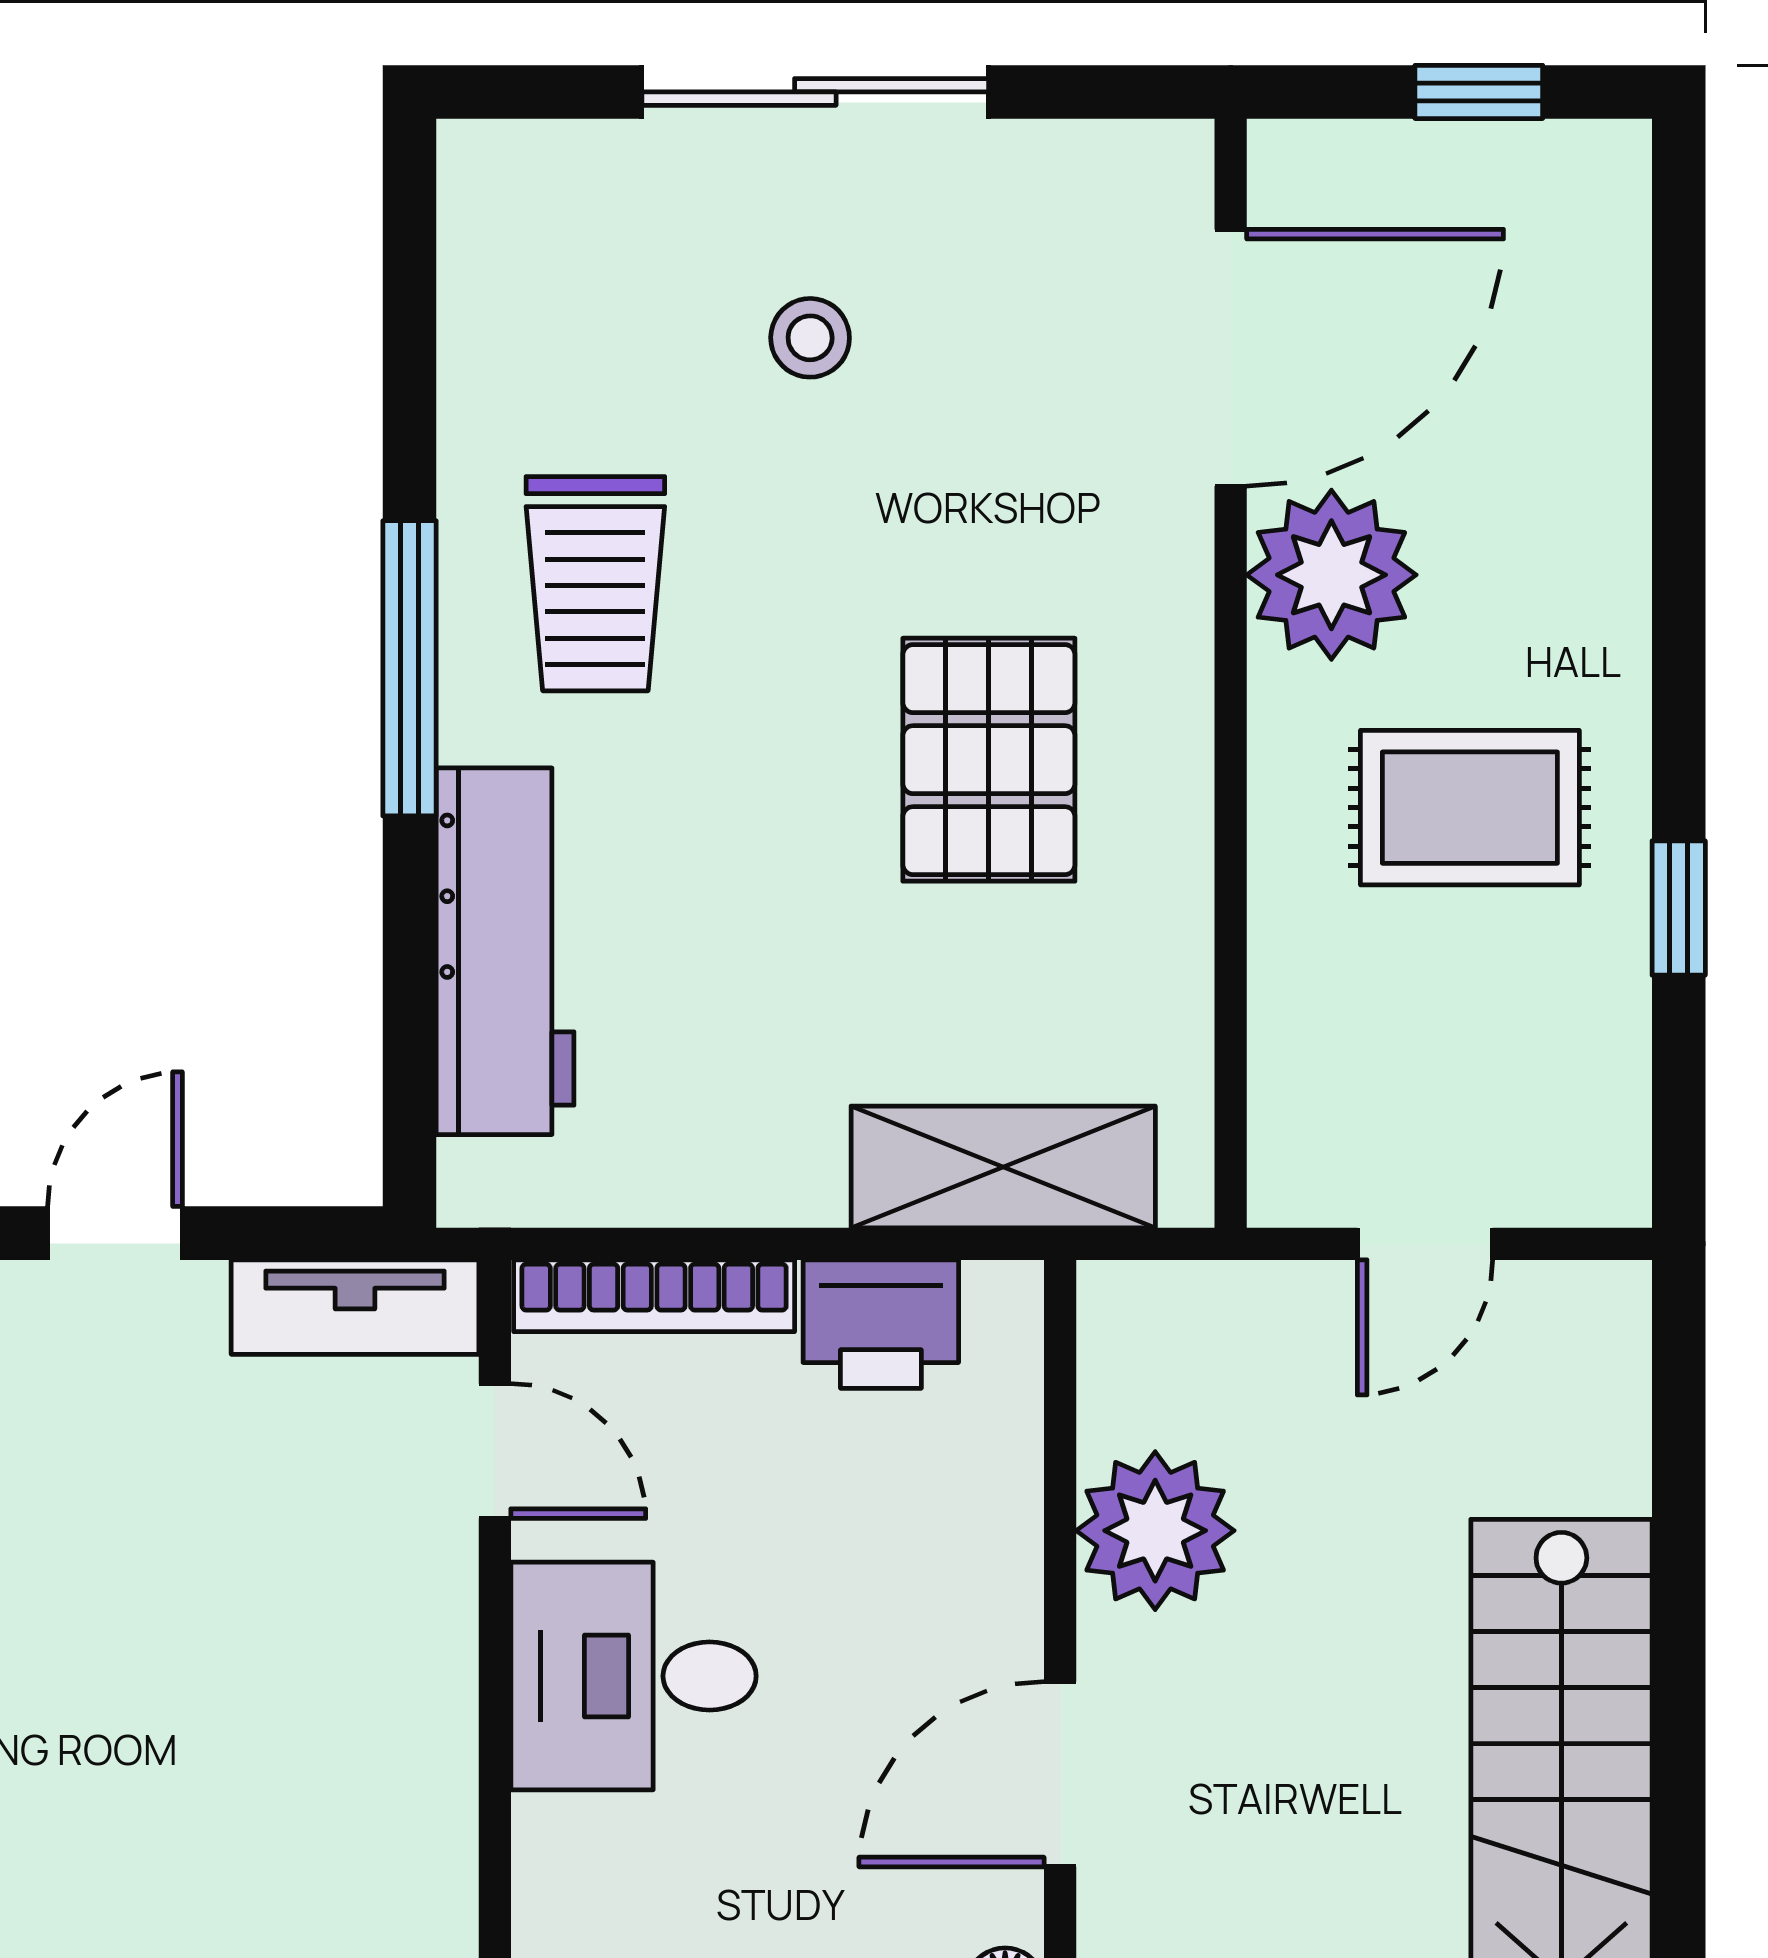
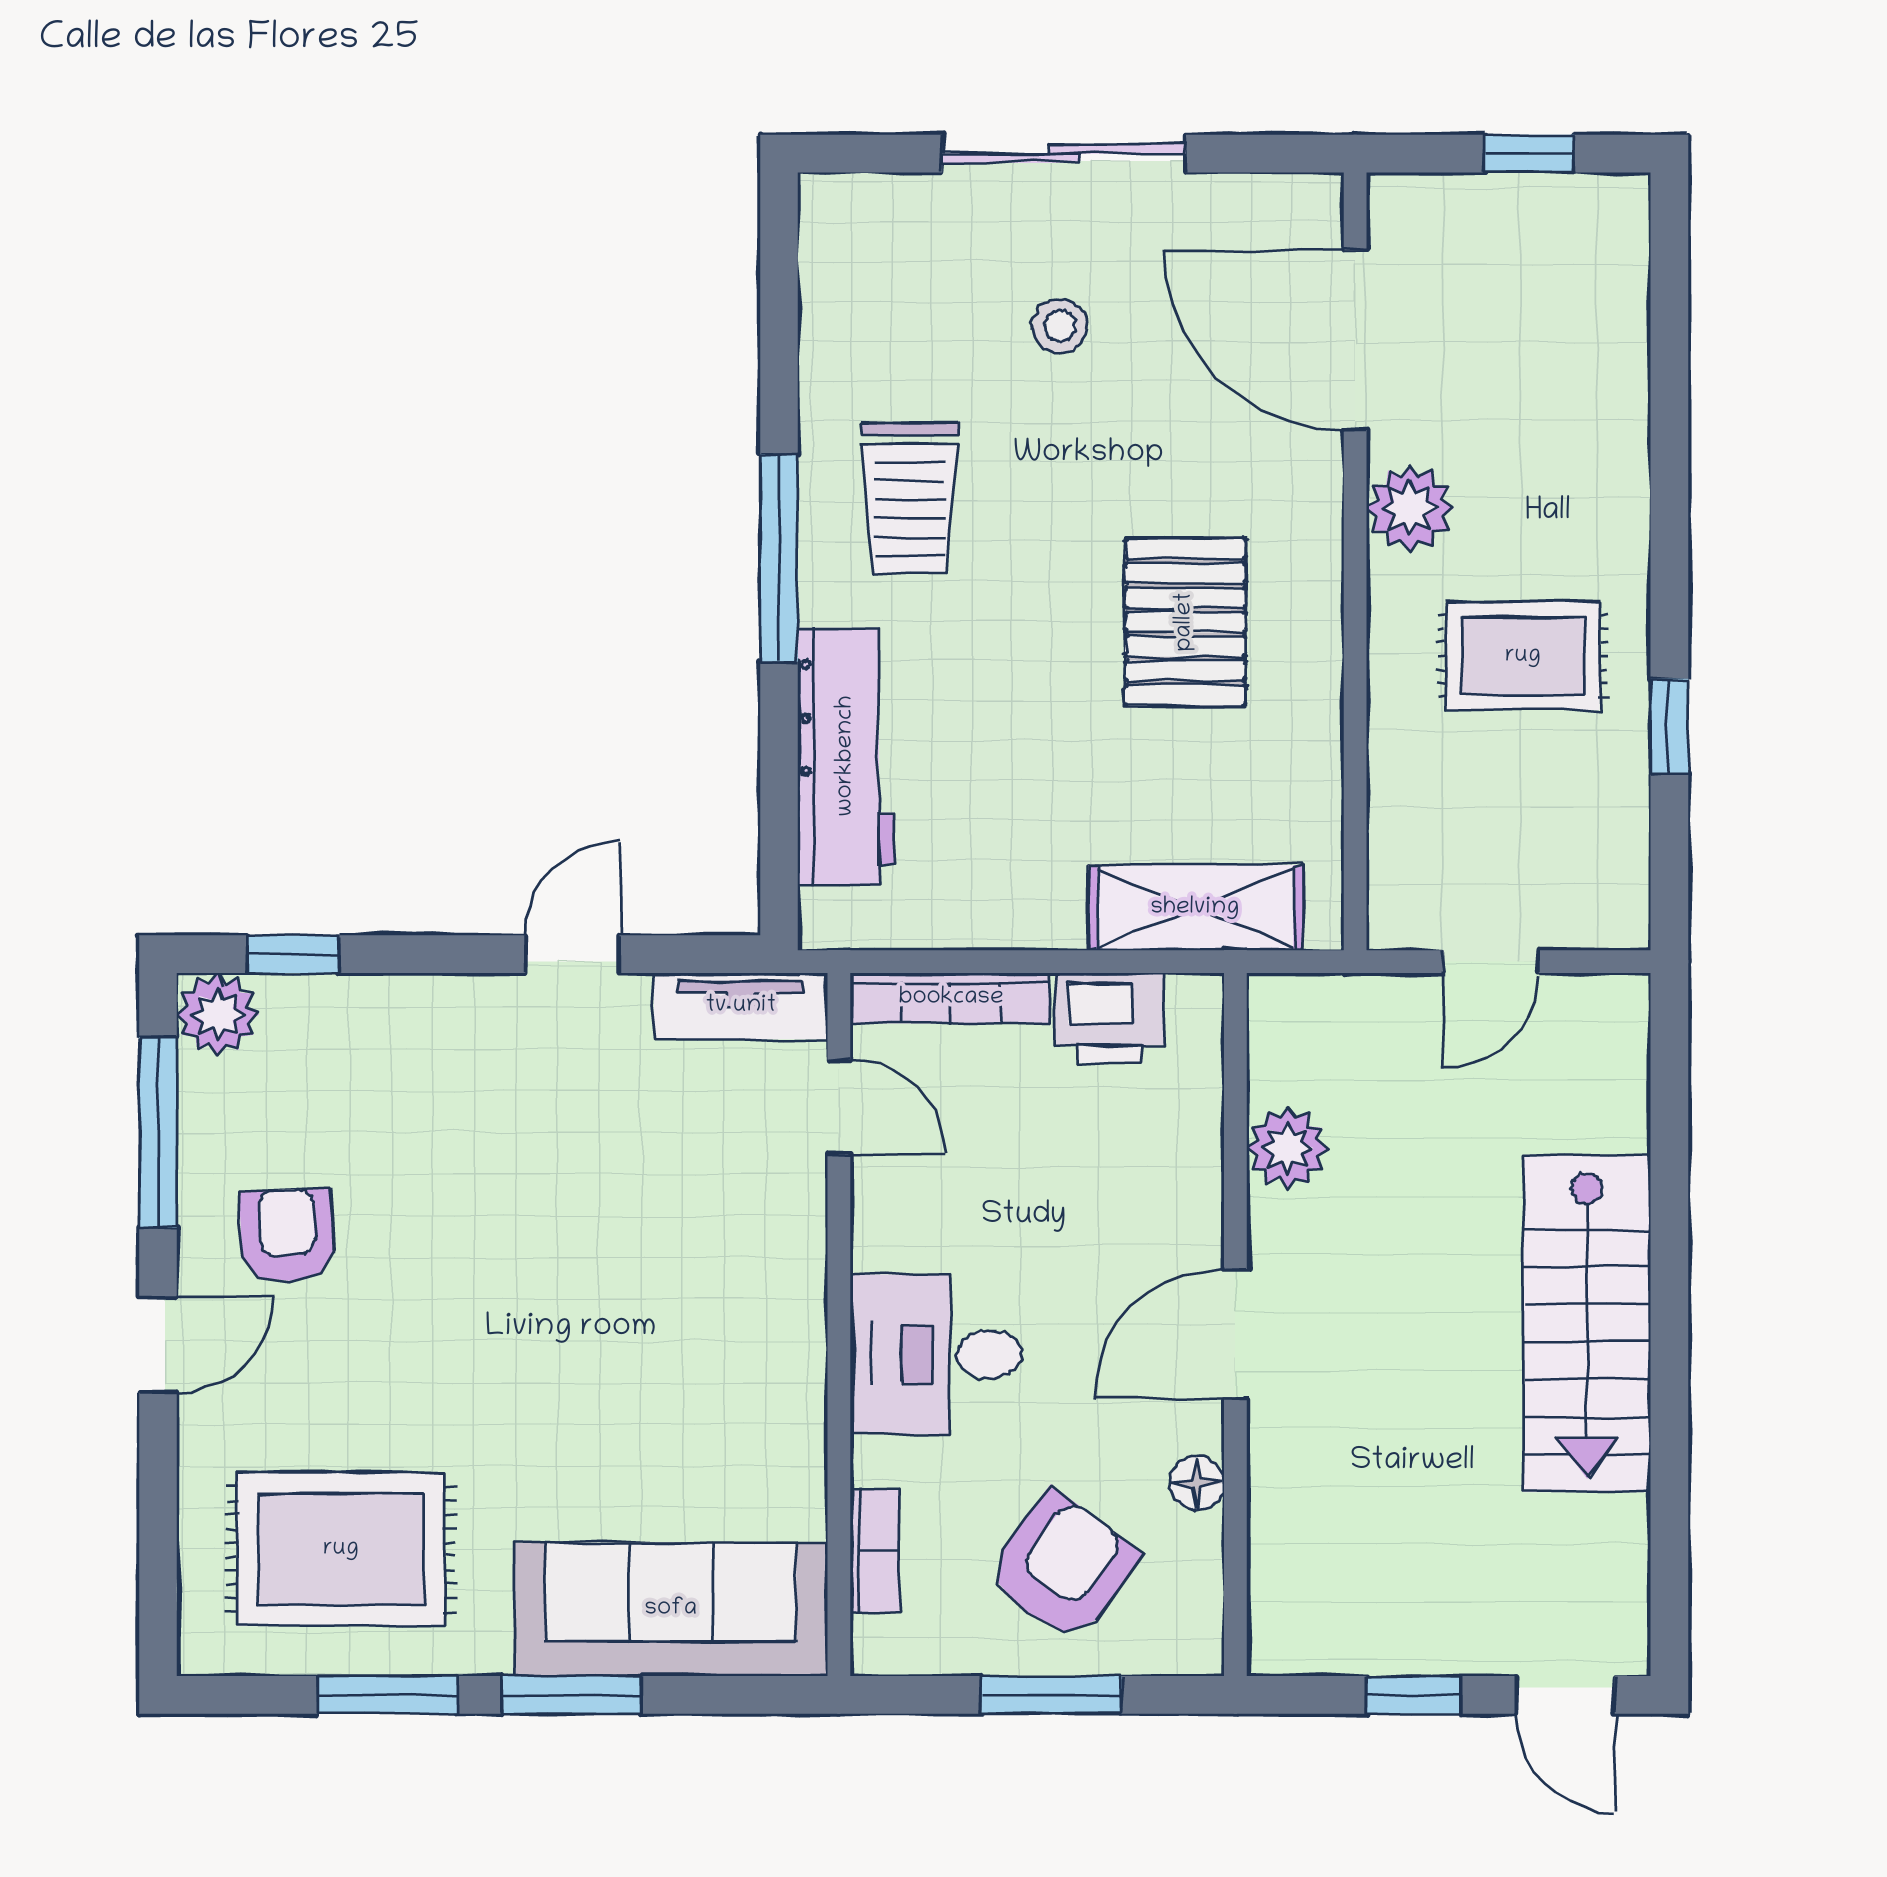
door: (1231, 358) -> (1355, 340), swing flipped
plant: (1331, 575) -> (1410, 508), width x0.73, depth x0.73
plant: (1155, 1531) -> (1287, 1148), width x0.73, depth x0.73
desk: (634, 1676) -> (936, 1354), moved

